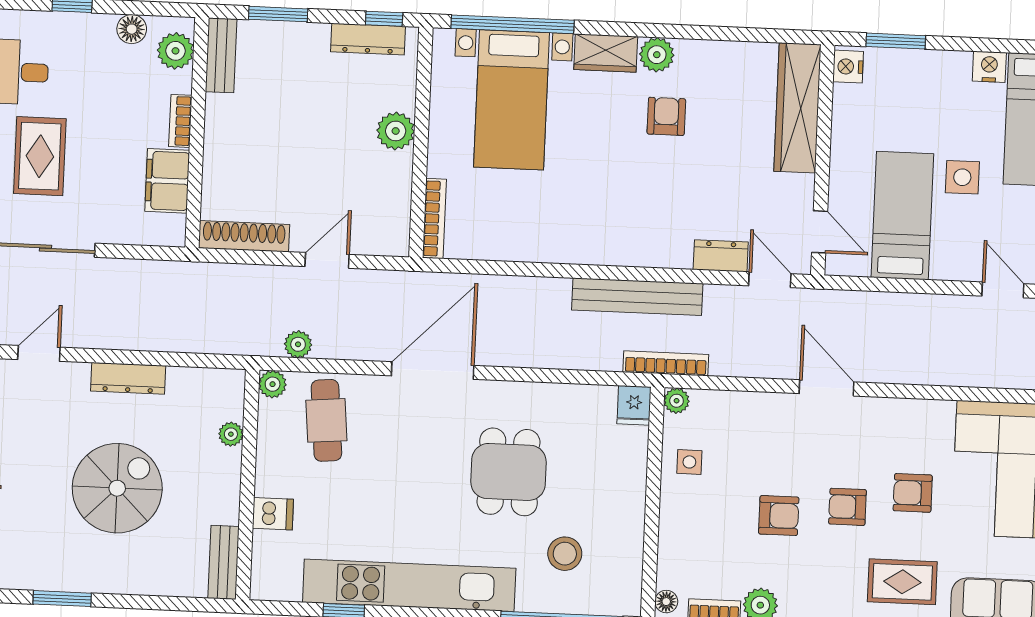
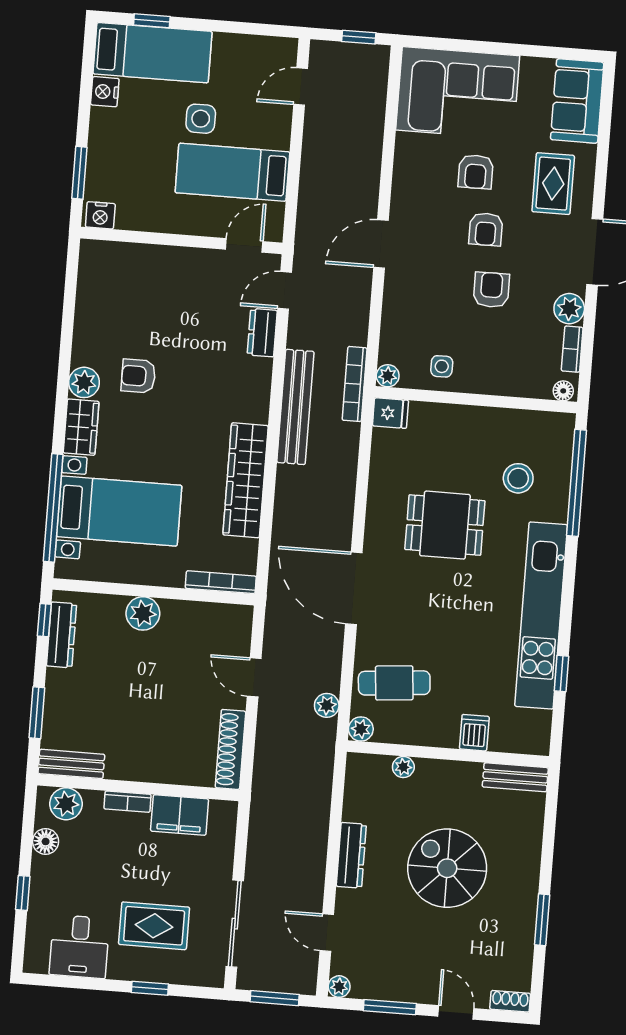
wardrobe: (797, 108) -> (246, 480), moved, turned 90

